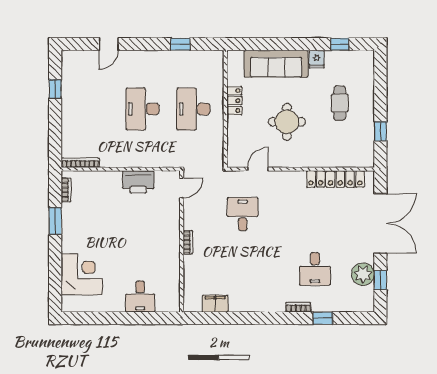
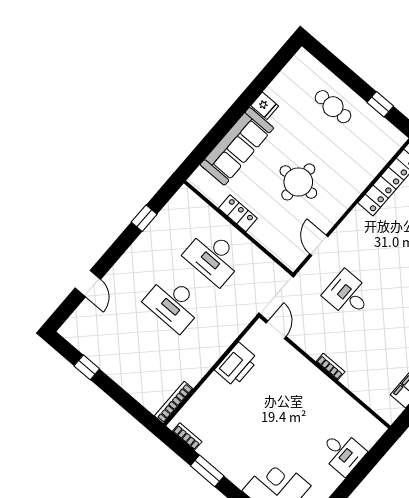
window: (340, 44) -> (269, 73), removed
cafe table: (340, 103) -> (333, 107), moved

